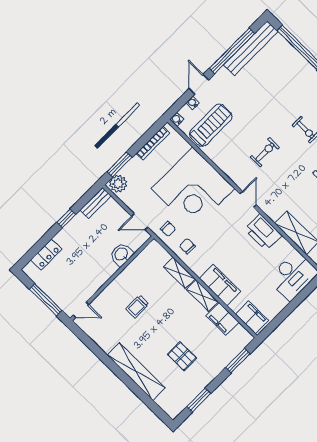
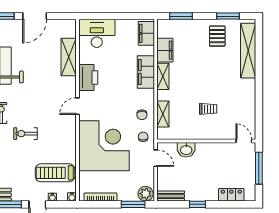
exercise bike: (265, 152) -> (26, 134), moved
shelving: (179, 273) -> (163, 114), moved
pallet: (182, 356) -> (217, 36), moved
shelving: (136, 371) -> (248, 51), moved

